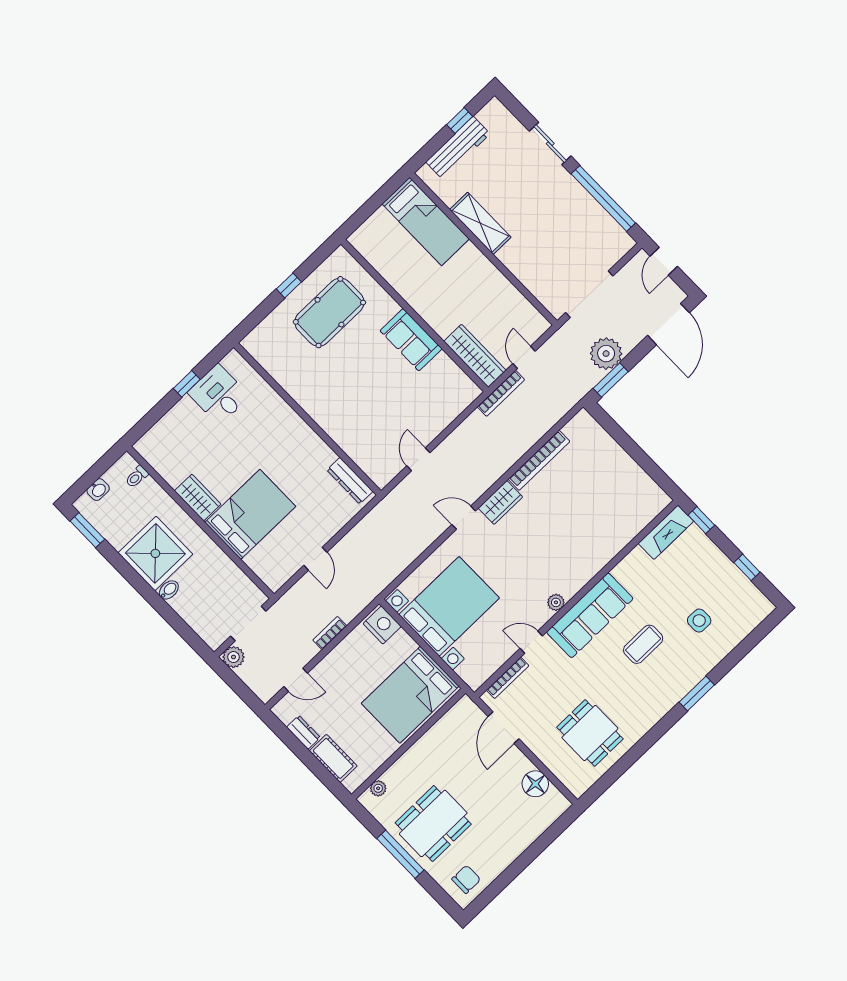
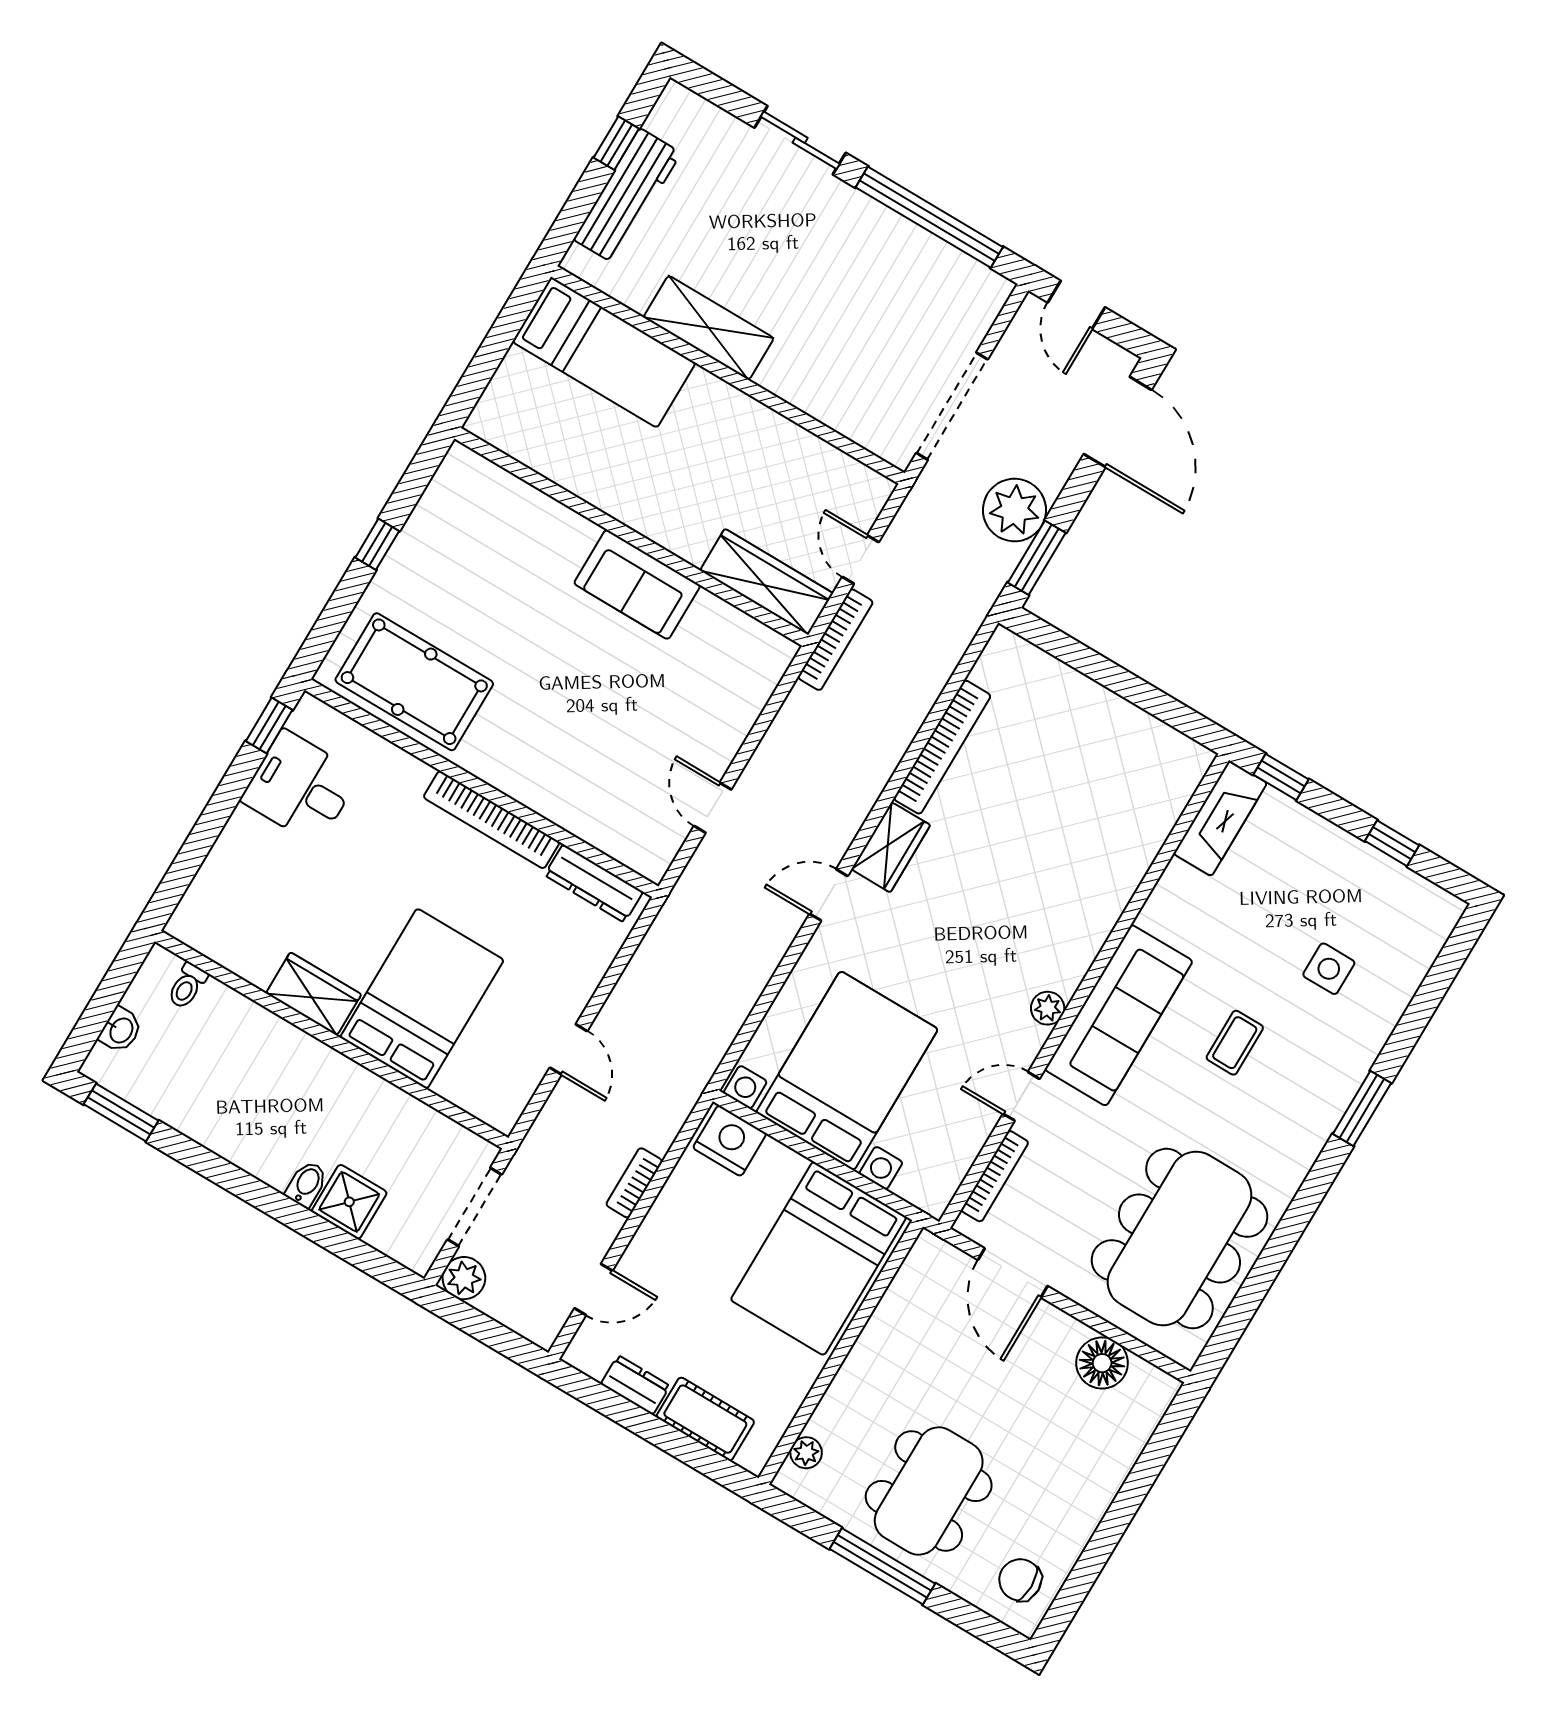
pool table: (329, 312) -> (414, 682), moved, turned 90
window: (187, 384) -> (269, 726), moved
bookcase: (308, 436) -> (492, 820), added
shower: (155, 553) -> (349, 1202), moved, width x0.54, depth x0.54
coffee table: (643, 644) -> (1235, 1043), width x0.73, depth x0.77
dining table: (590, 733) -> (1180, 1239), width x1.88, depth x1.24
chair: (466, 879) -> (1020, 1580), turned -90

